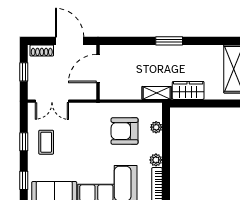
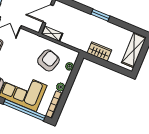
shelving: (157, 93) -> (52, 34), moved
armchair: (125, 131) -> (48, 60), turned 107

